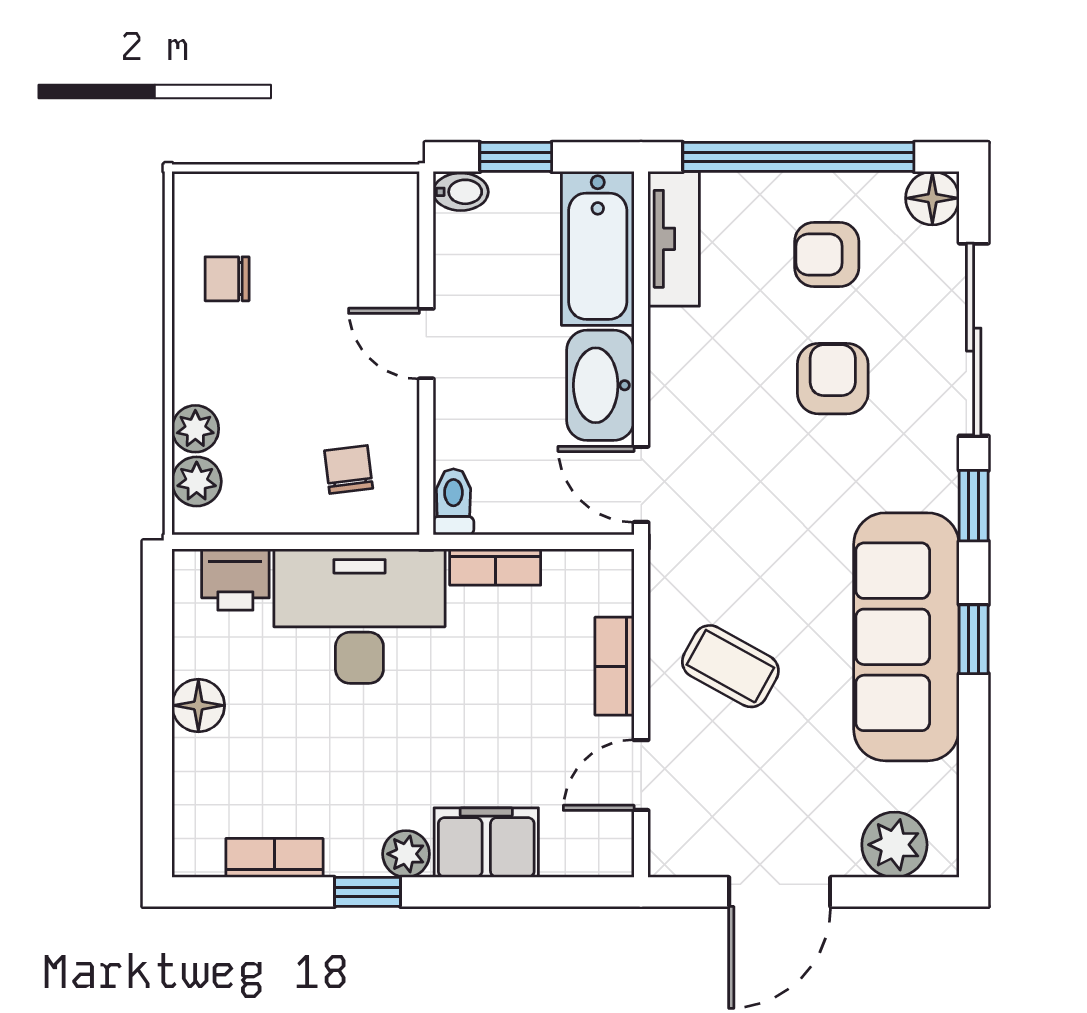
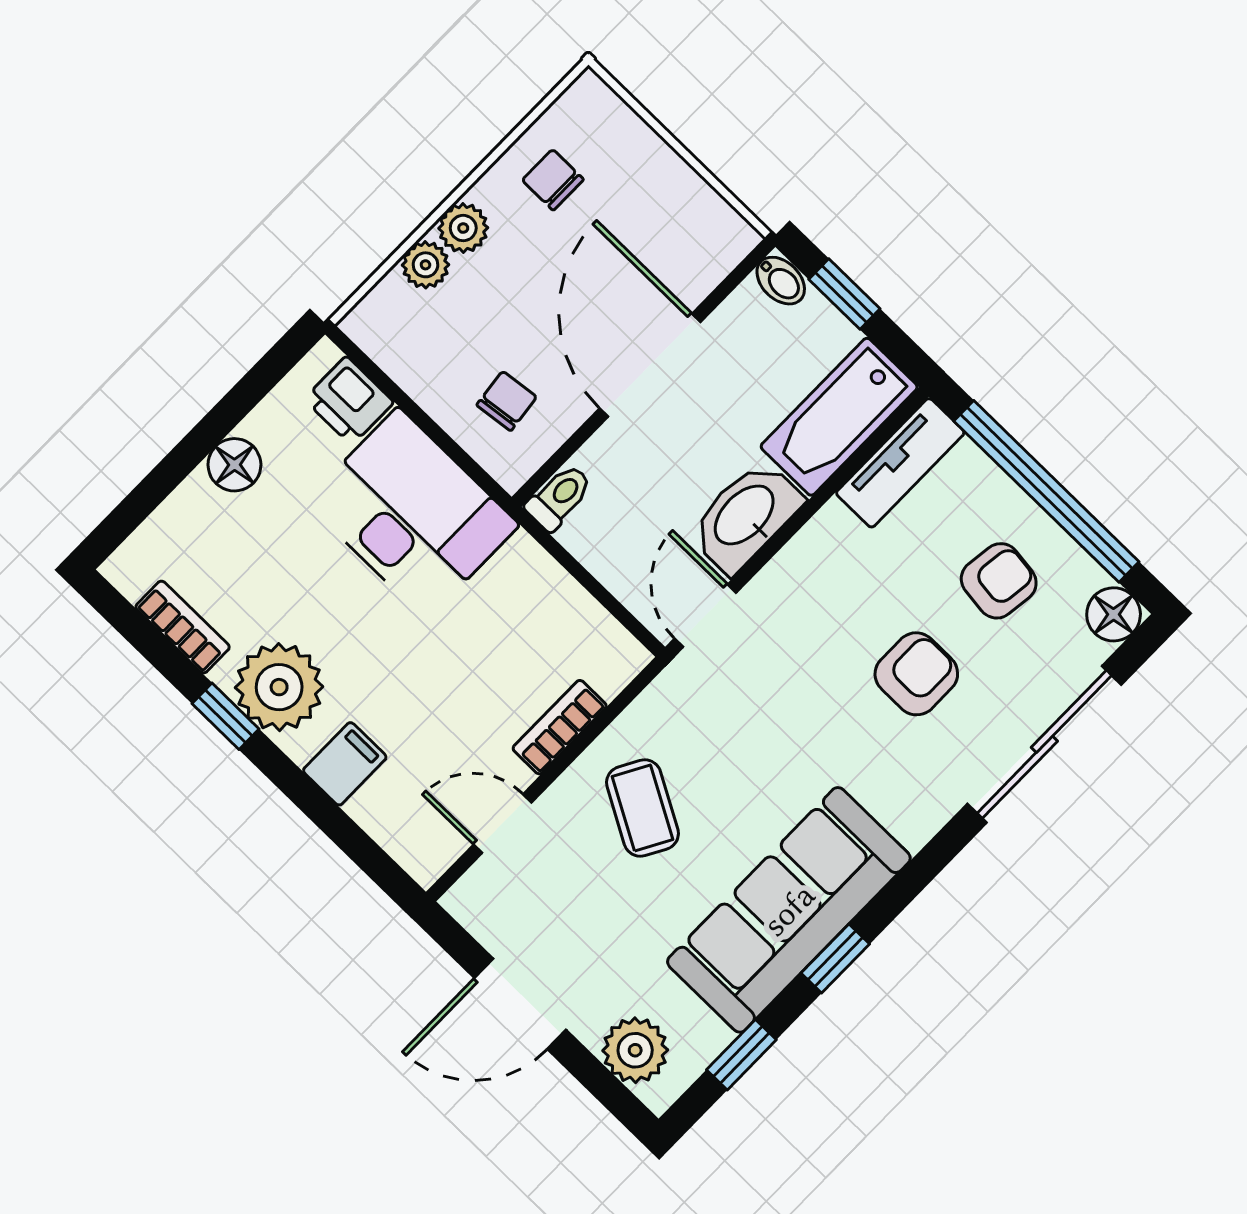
armchair: (827, 254) -> (999, 581), turned 97
door: (426, 344) -> (650, 365), width x1.88
plant: (197, 481) -> (463, 228), moved
window: (974, 506) -> (741, 1055), moved
bookcase: (495, 567) -> (544, 573), removed
filing cabinet: (486, 843) -> (345, 764), width x0.50
plant: (406, 854) -> (279, 687), width x1.87, depth x1.87

